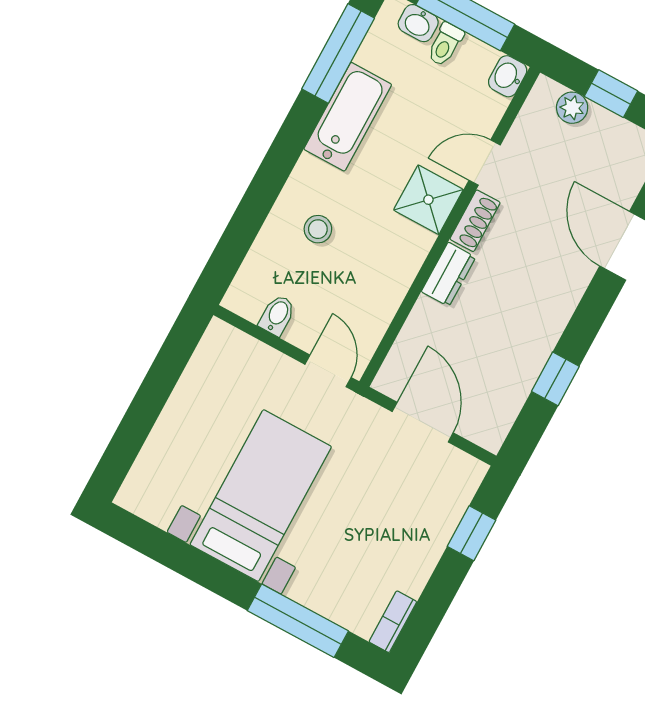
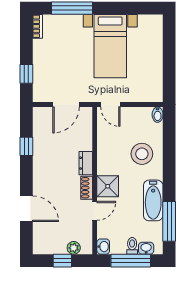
stool: (318, 229) -> (142, 154), width x1.89, depth x1.89
bidet: (277, 315) -> (158, 115), moved
door: (423, 422) -> (66, 105), hinge flipped

